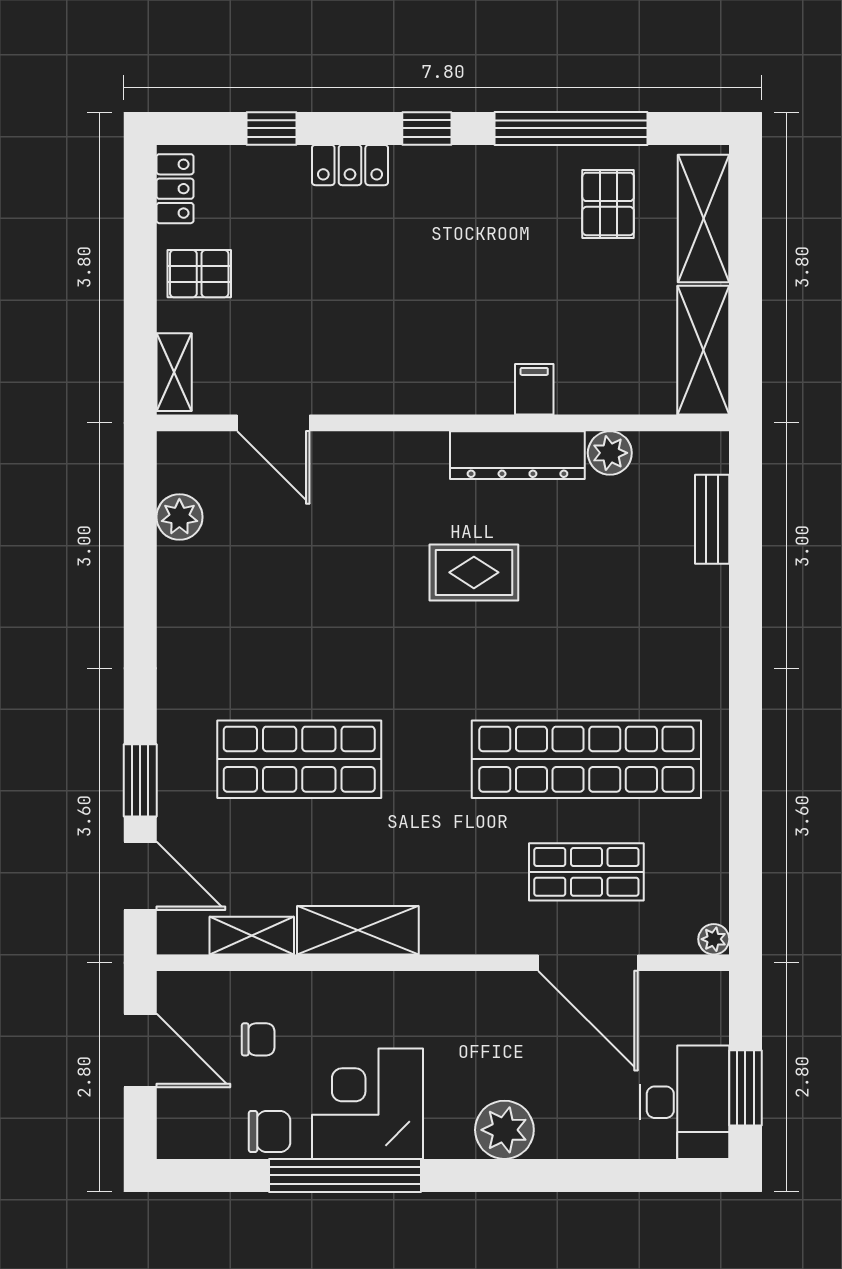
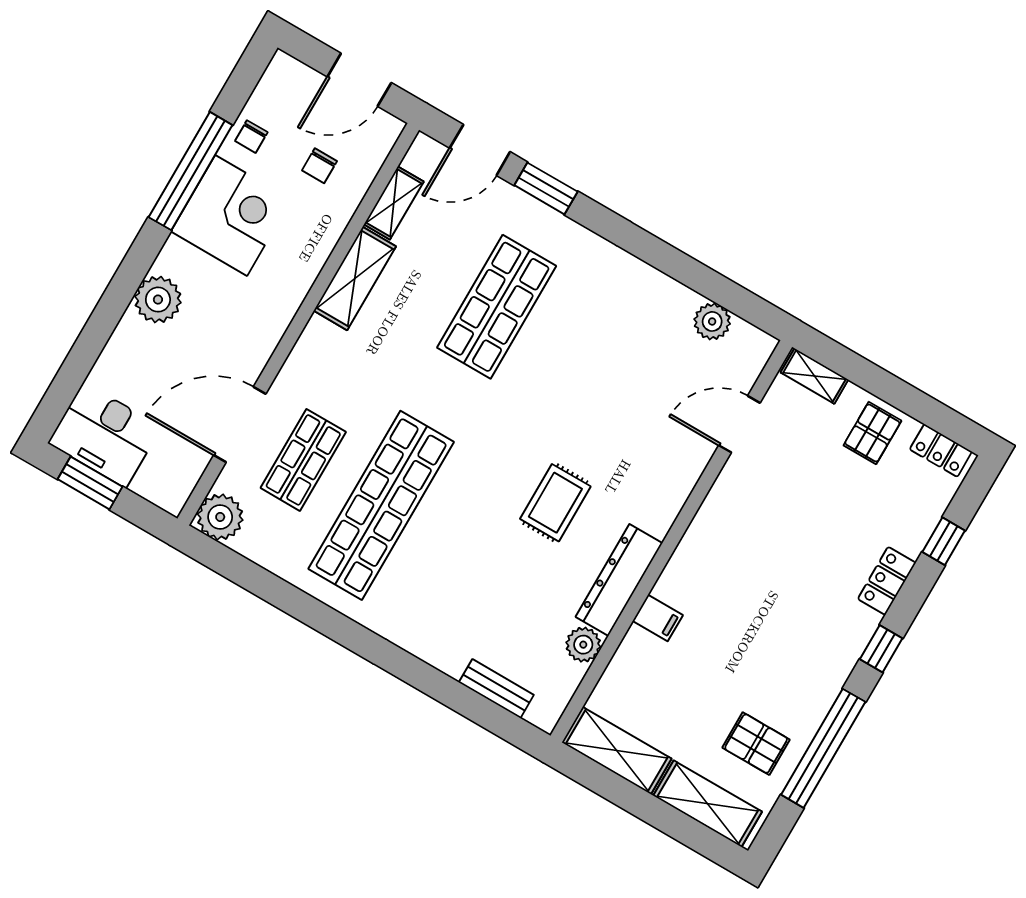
plant: (714, 939) -> (220, 517), width x1.88, depth x1.88
chair: (270, 1131) -> (251, 137), width x0.73, depth x0.73

